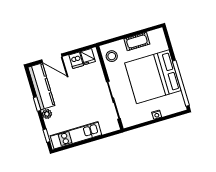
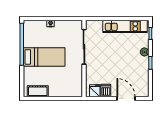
cot: (137, 41) -> (38, 91), moved
stool: (112, 56) -> (74, 85), removed
bed: (153, 77) -> (44, 57), width x0.49
kitchen counter: (41, 86) -> (142, 77), removed

